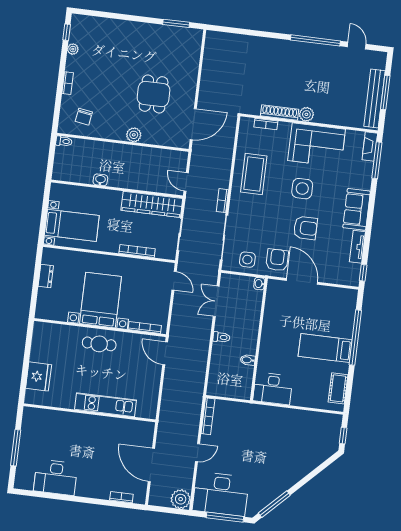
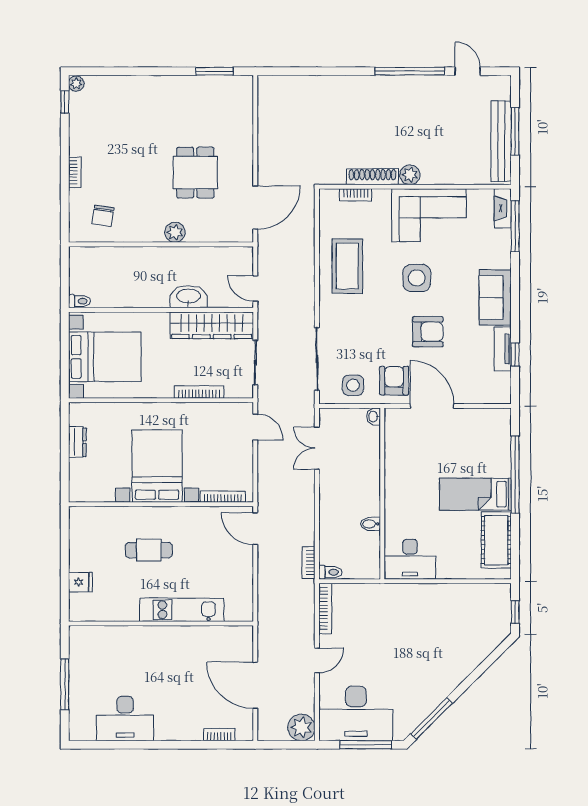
plant: (73, 49) -> (76, 84), moved
toilet: (64, 141) -> (80, 301), moved
washbasin: (100, 180) -> (189, 297), moved, width x1.91, depth x1.45
bookcase: (222, 201) -> (308, 563), moved
bed with nightstands: (72, 225) -> (105, 357), width x1.36
window: (363, 273) -> (515, 355), moved
toilet: (221, 337) -> (330, 572), moved
cafe table: (99, 344) -> (149, 550), moved
fridge: (39, 376) -> (80, 582), width x0.53, depth x0.75
cot: (338, 388) -> (496, 540), width x1.37, depth x1.34

